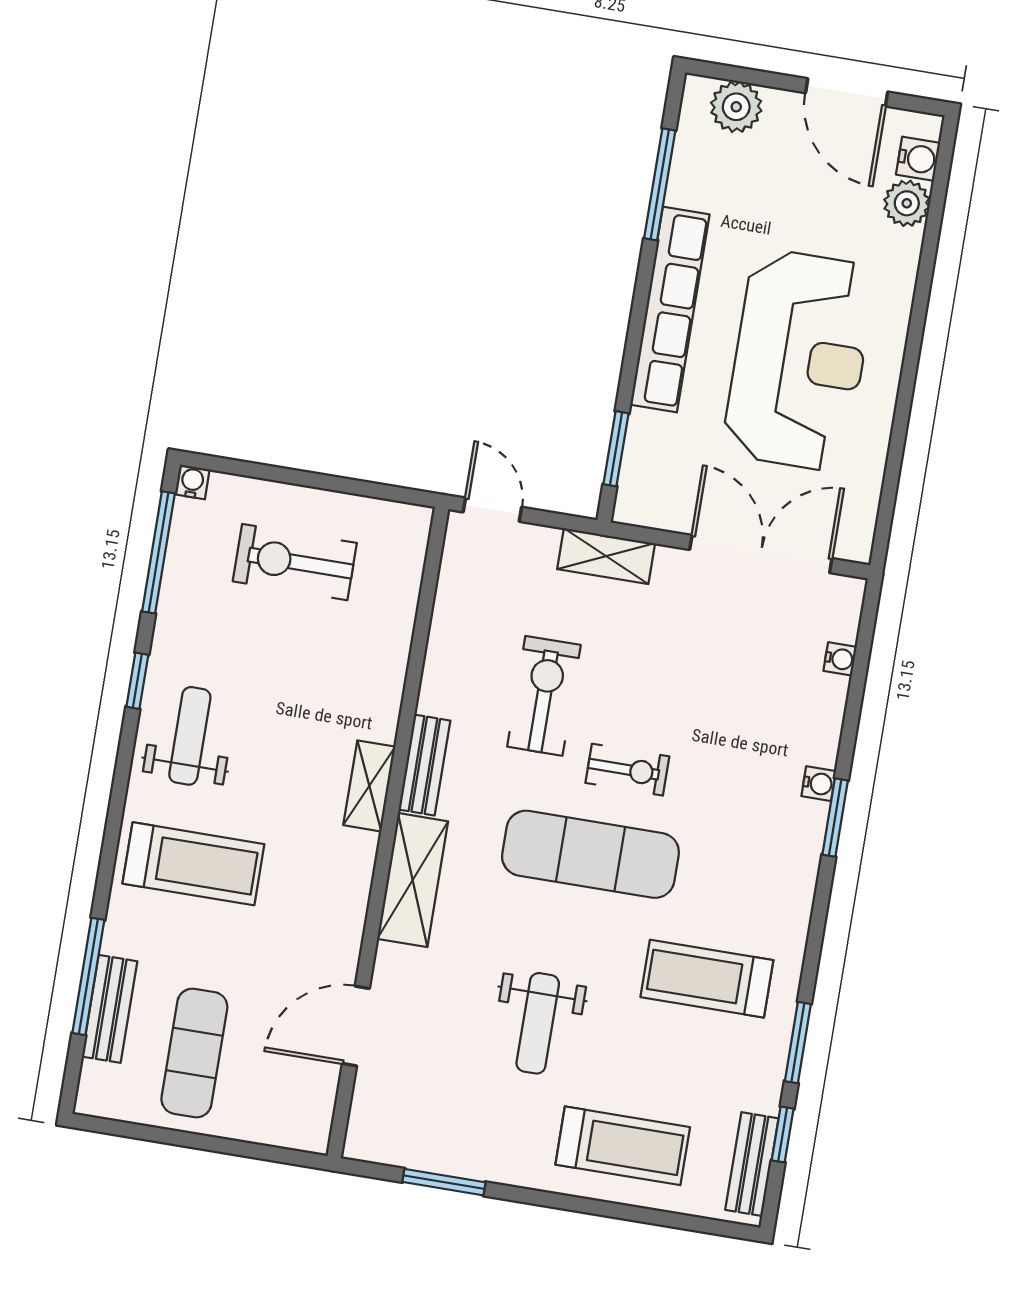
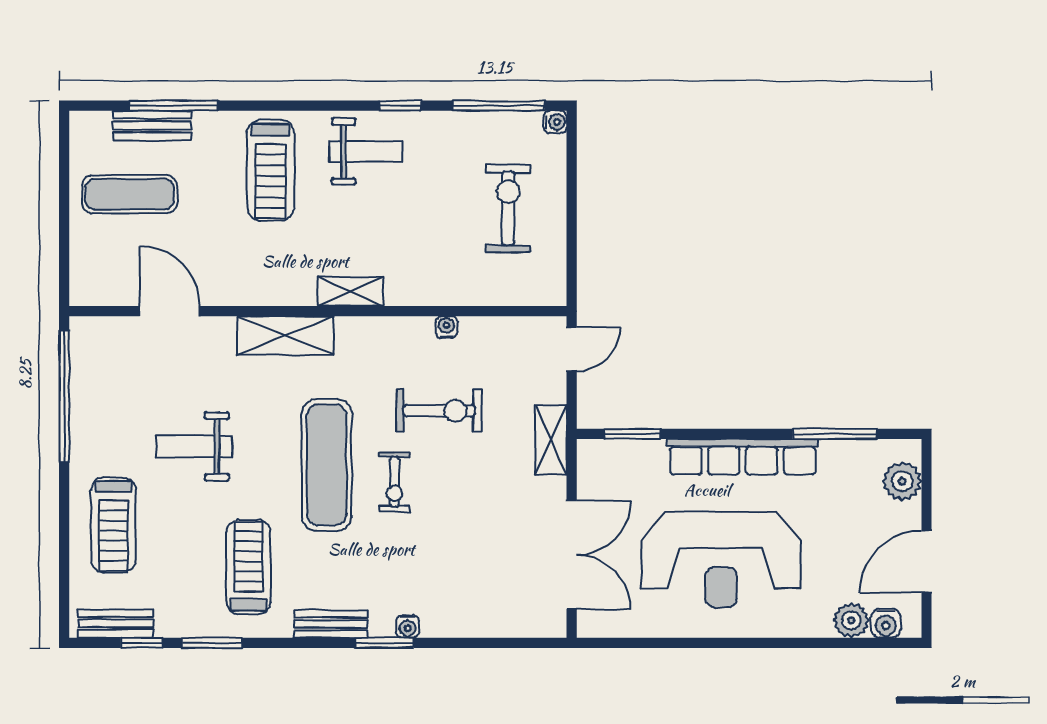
water cooler: (840, 659) -> (447, 327), moved, turned 180
bench: (424, 765) -> (331, 624), moved
window: (444, 1182) -> (64, 396), width x2.11

